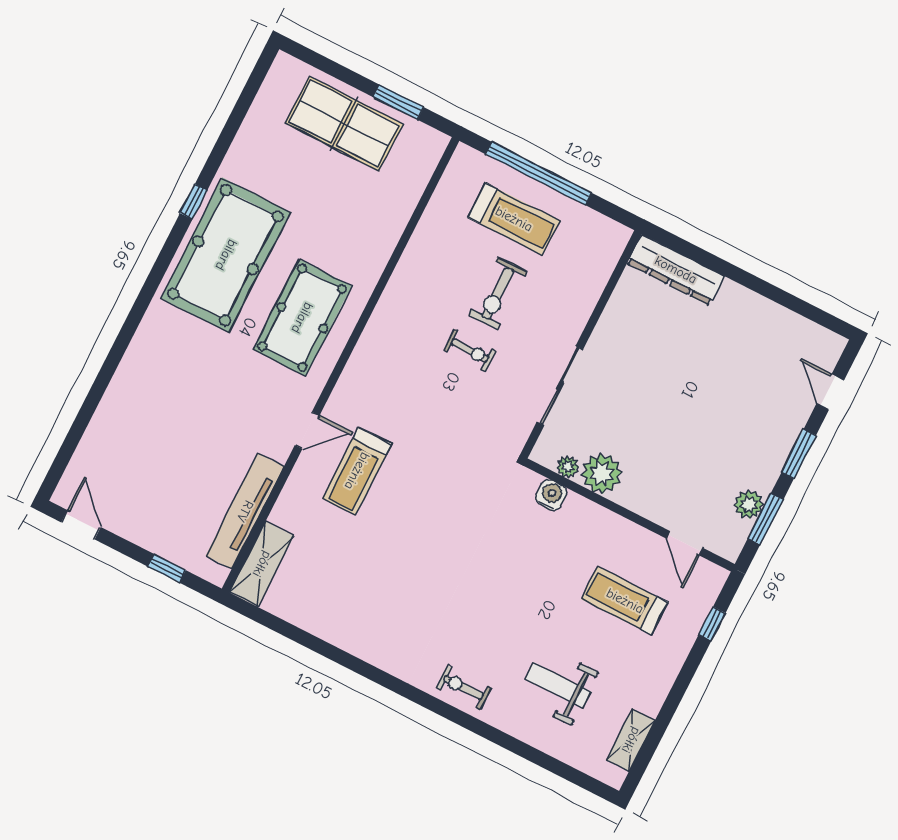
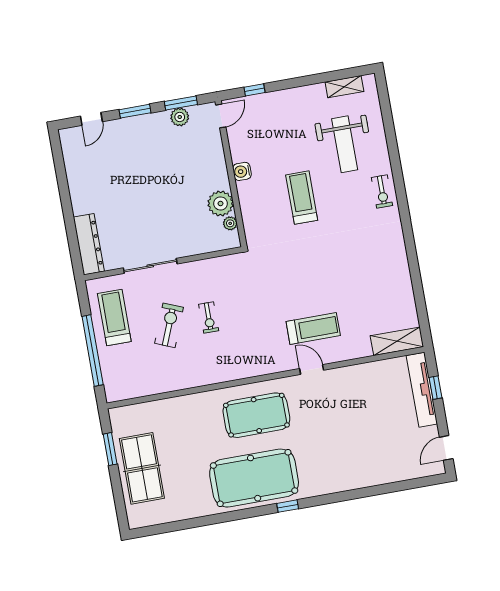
window: (194, 202) -> (288, 506), moved
treadmill: (514, 219) -> (114, 317), moved
exercise bike: (498, 293) -> (169, 325), turned -68
exercise bike: (470, 350) -> (209, 318), turned 180
sliding door: (560, 386) -> (150, 266), moved
water cooler: (551, 495) -> (242, 171), moved
tv unit: (245, 511) -> (422, 390), moved, turned 90
door: (685, 543) -> (221, 116), moved
treadmill: (625, 601) -> (302, 198), moved, turned 180
weight bench: (558, 685) -> (345, 144), width x1.36, depth x1.33

